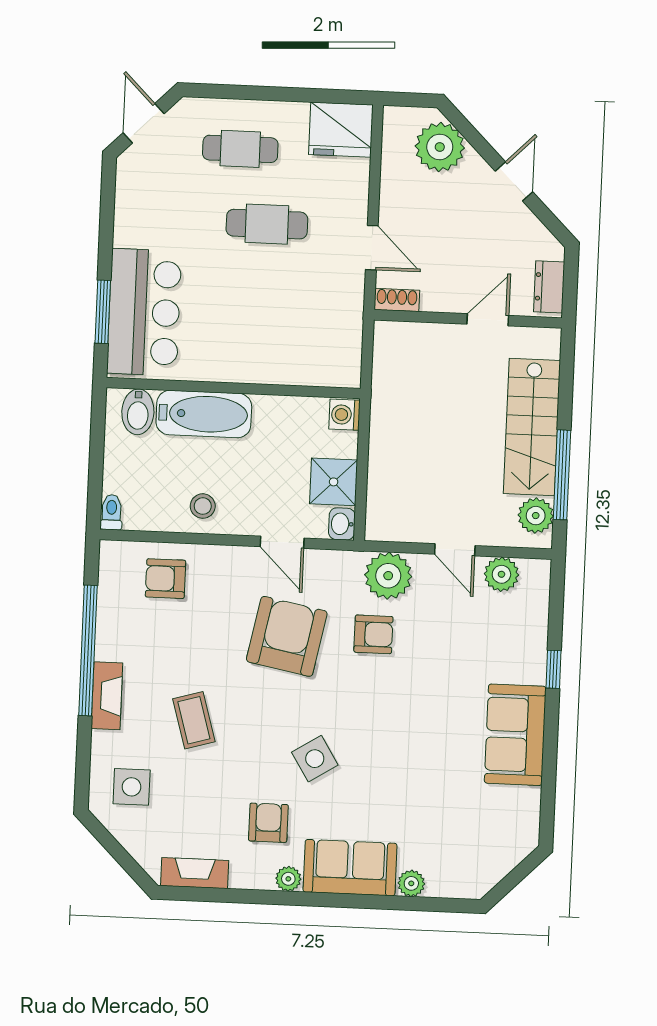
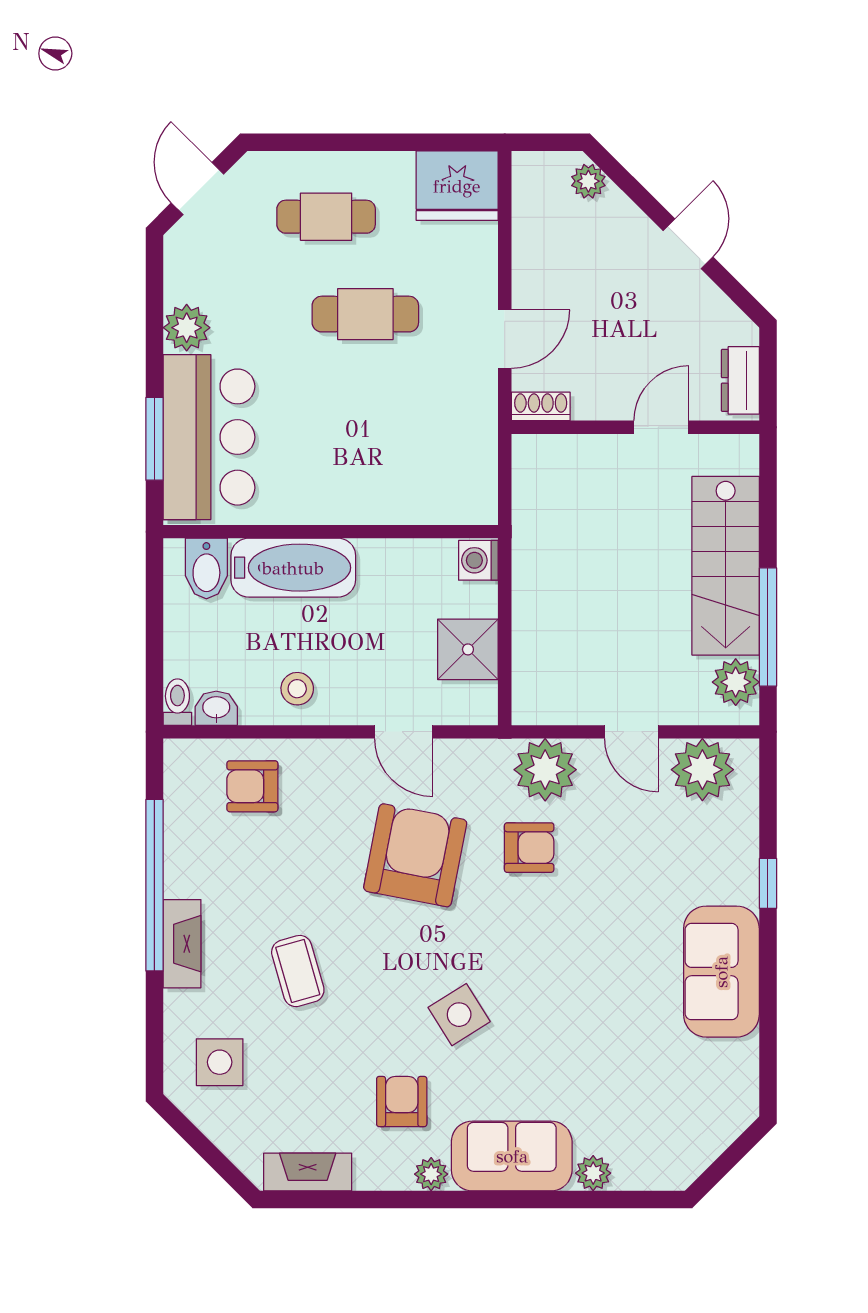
plant: (440, 147) -> (588, 181), width x0.53, depth x0.53
plant: (131, 228) -> (187, 328), added
door: (372, 248) -> (505, 339), hinge flipped
washbasin: (342, 524) -> (216, 708), moved, turned 90
plant: (501, 574) -> (702, 770), width x1.36, depth x1.36

